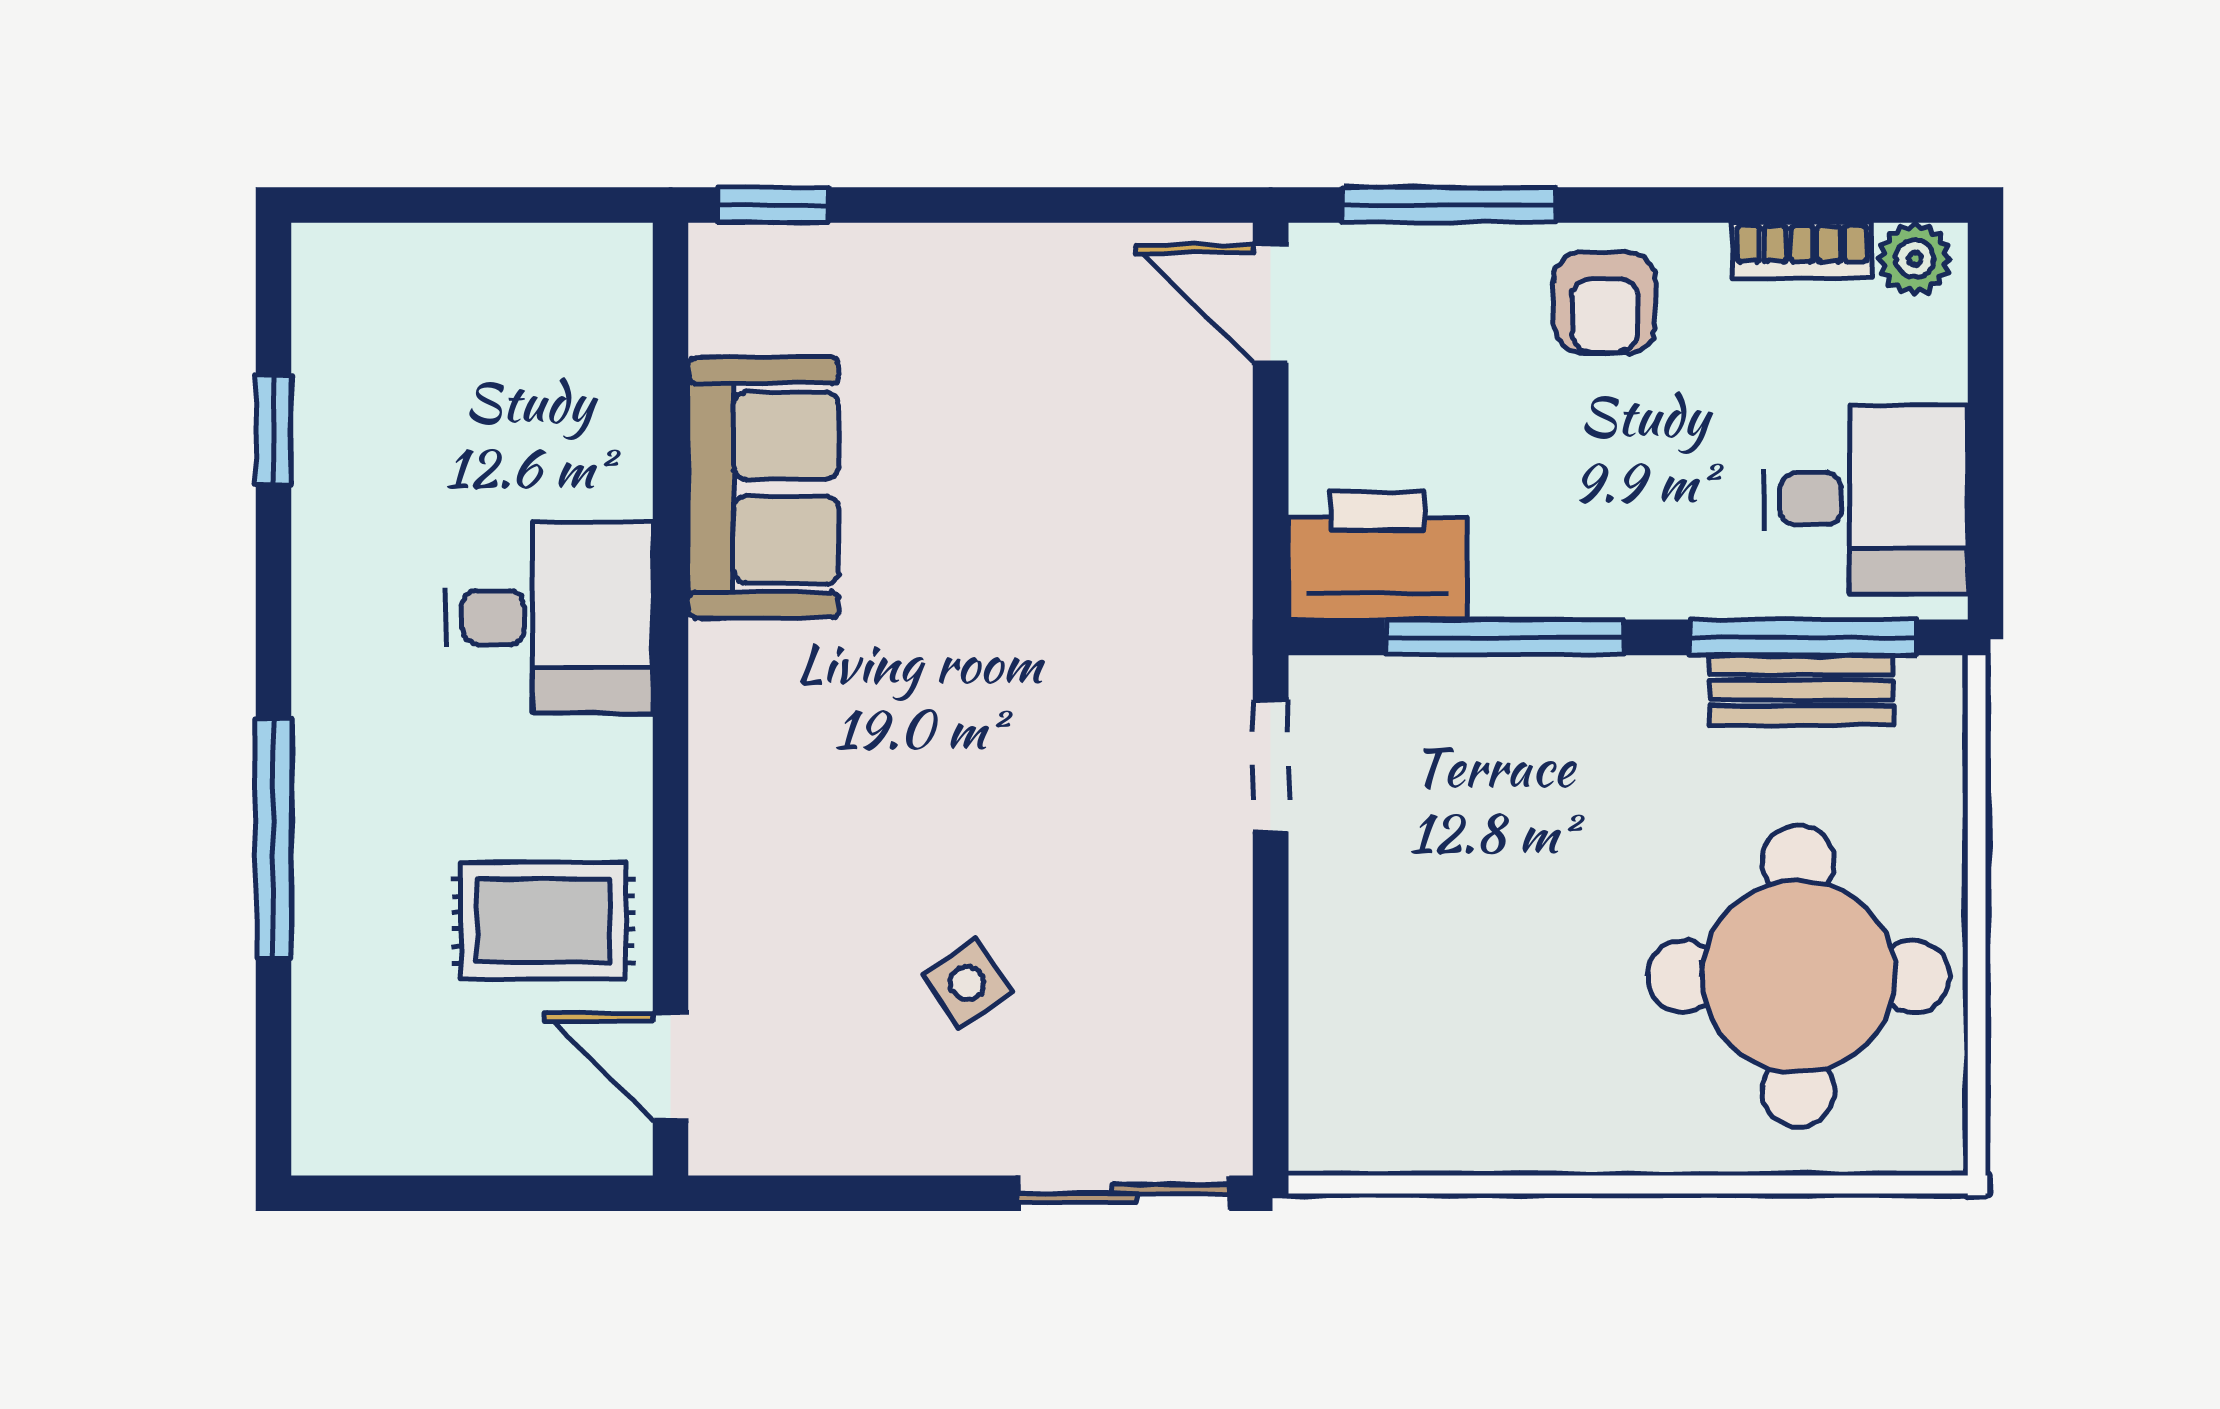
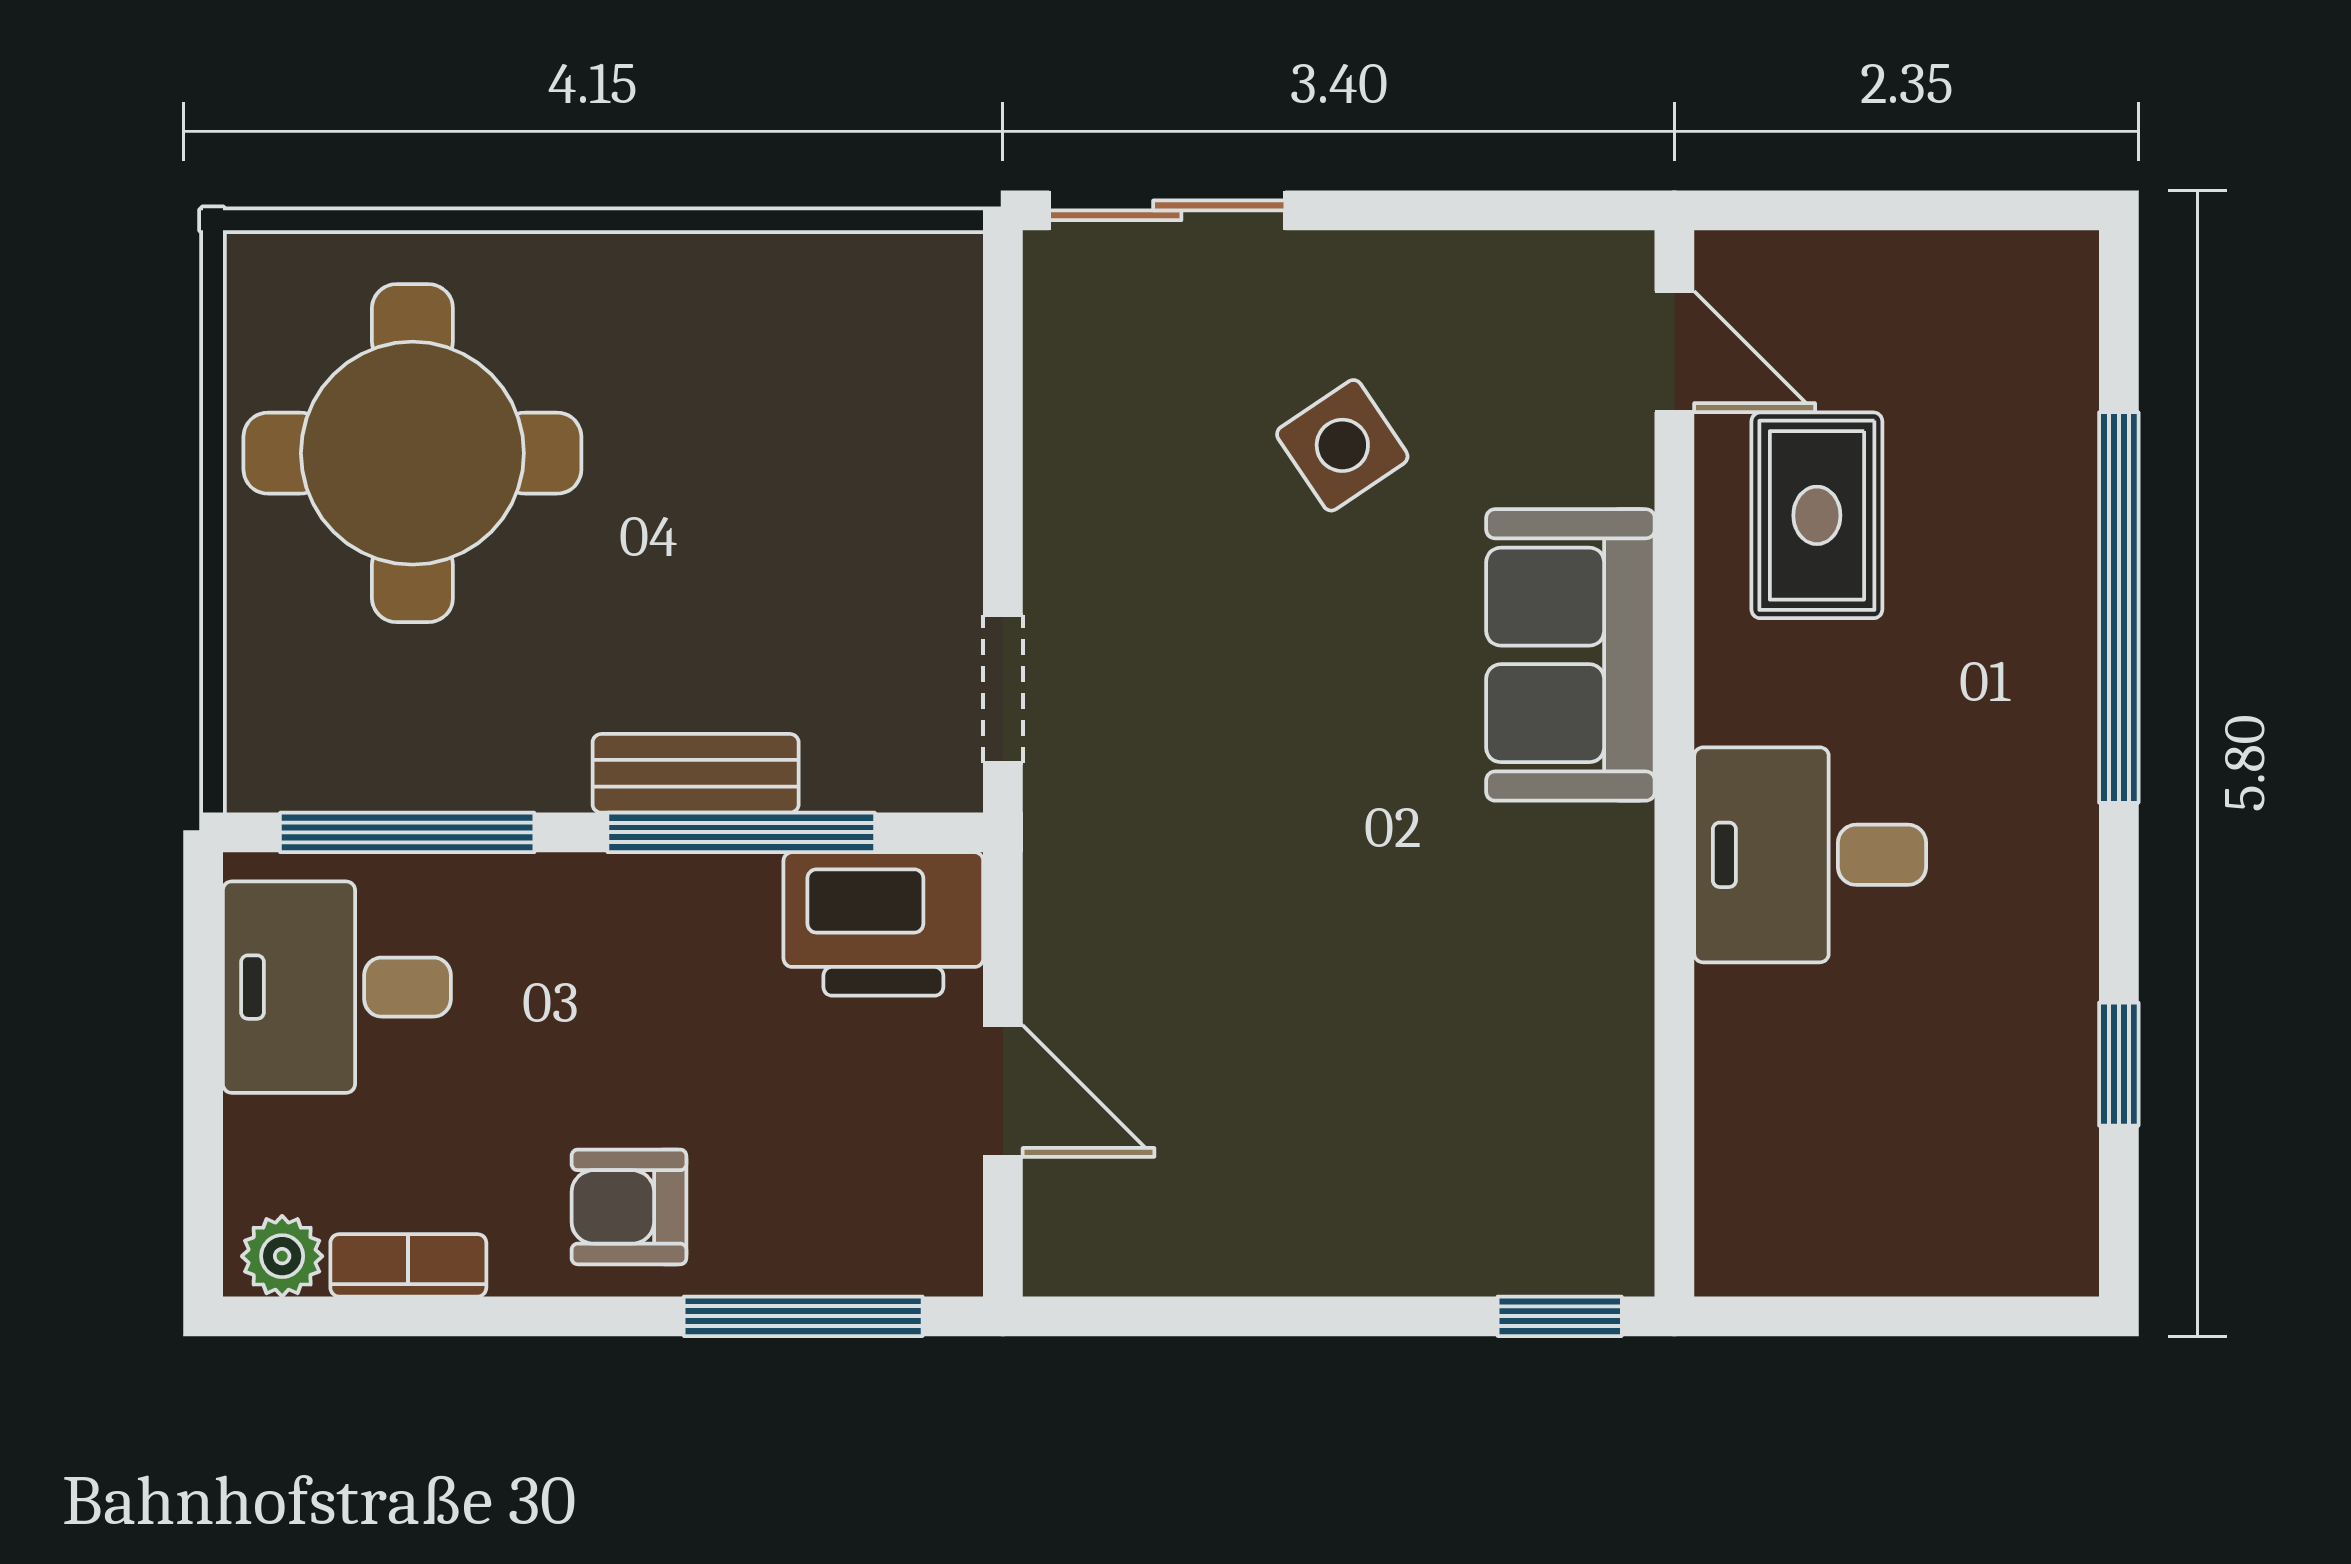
armchair: (1605, 303) -> (629, 1207), turned -90
door: (1271, 304) -> (1003, 1091), moved
sofa: (764, 488) -> (1570, 655), moved
bench: (1802, 690) -> (696, 773), moved
window: (273, 838) -> (2119, 608), width x1.46
rug: (543, 921) -> (1817, 515), turned 90
side table: (967, 983) -> (1342, 445), width x1.37, depth x1.37

